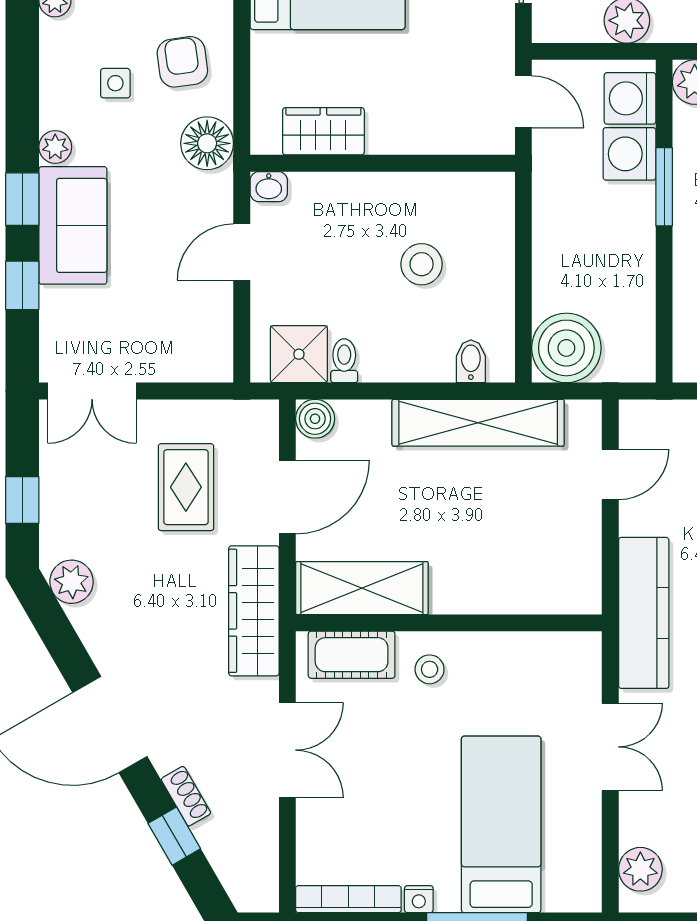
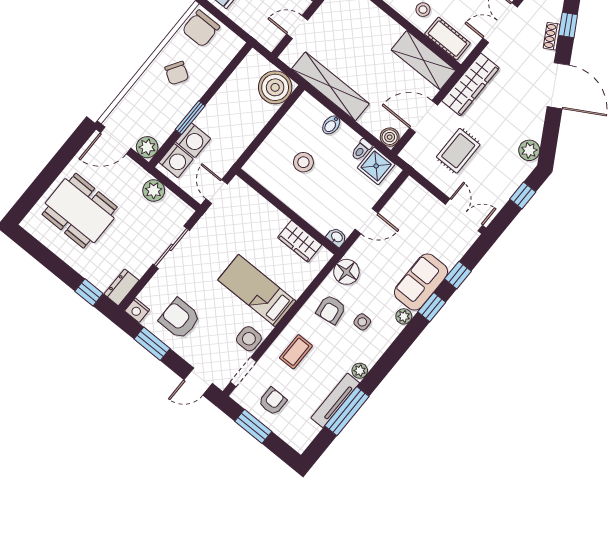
bidet: (471, 361) -> (331, 125), moved

